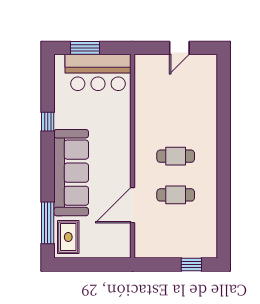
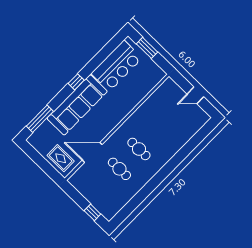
bar counter: (98, 72) -> (117, 66), moved, turned -90
window: (48, 122) -> (76, 82), moved
rug: (68, 237) -> (61, 158), moved, turned 90

